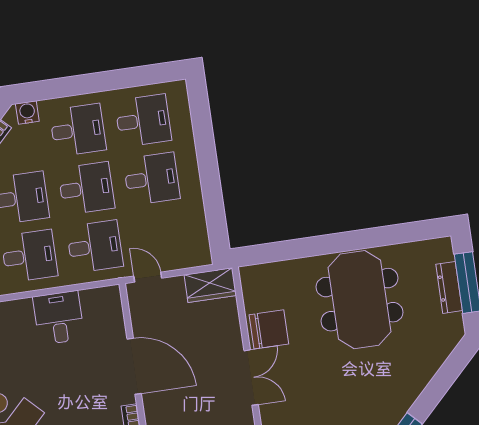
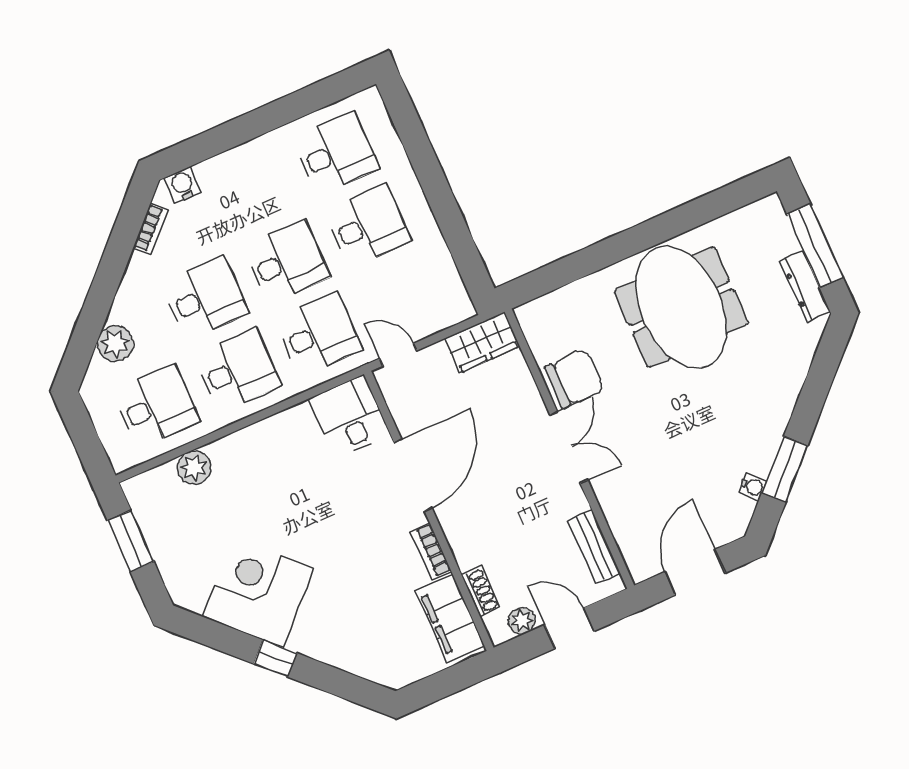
desk: (78, 130) -> (254, 189), removed
dresser: (449, 287) -> (805, 286), moved
desk: (59, 318) -> (349, 417), moved
door: (134, 366) -> (413, 475), hinge flipped

